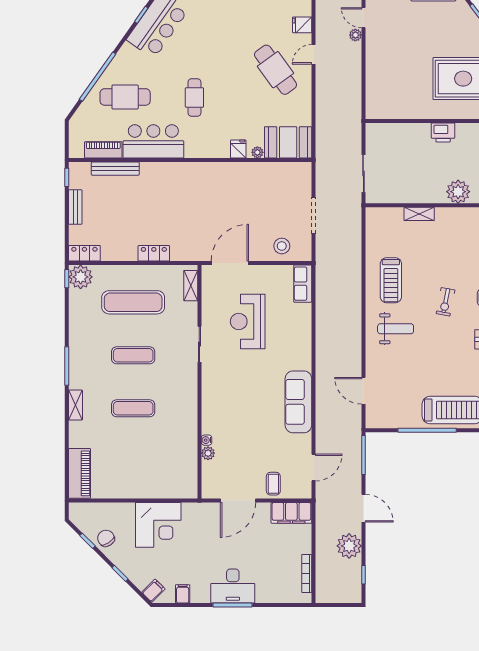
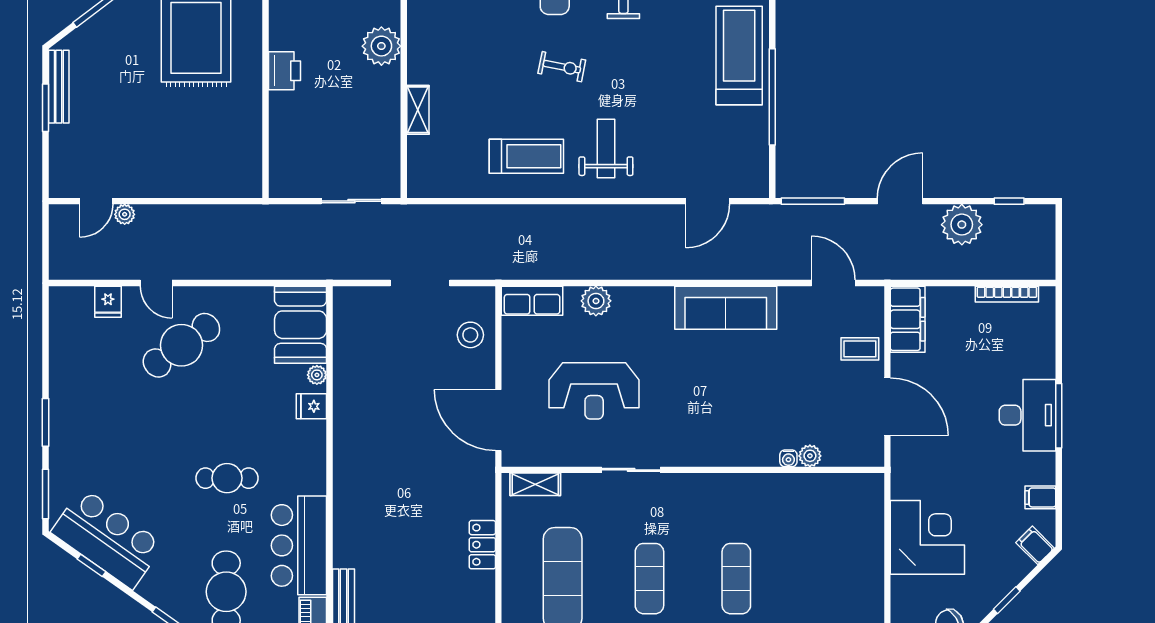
plant: (303, 323) -> (596, 301), added

